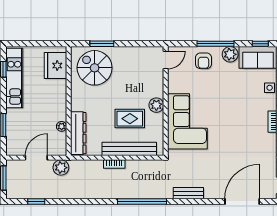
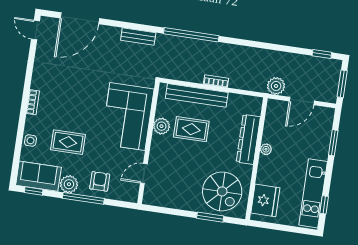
door: (166, 60) -> (144, 173), moved
rug: (236, 91) -> (68, 142), added
plant: (156, 105) -> (162, 126), moved
plant: (62, 126) -> (266, 149), moved
dresser: (78, 133) -> (248, 139), moved
window: (36, 202) -> (322, 54), moved

